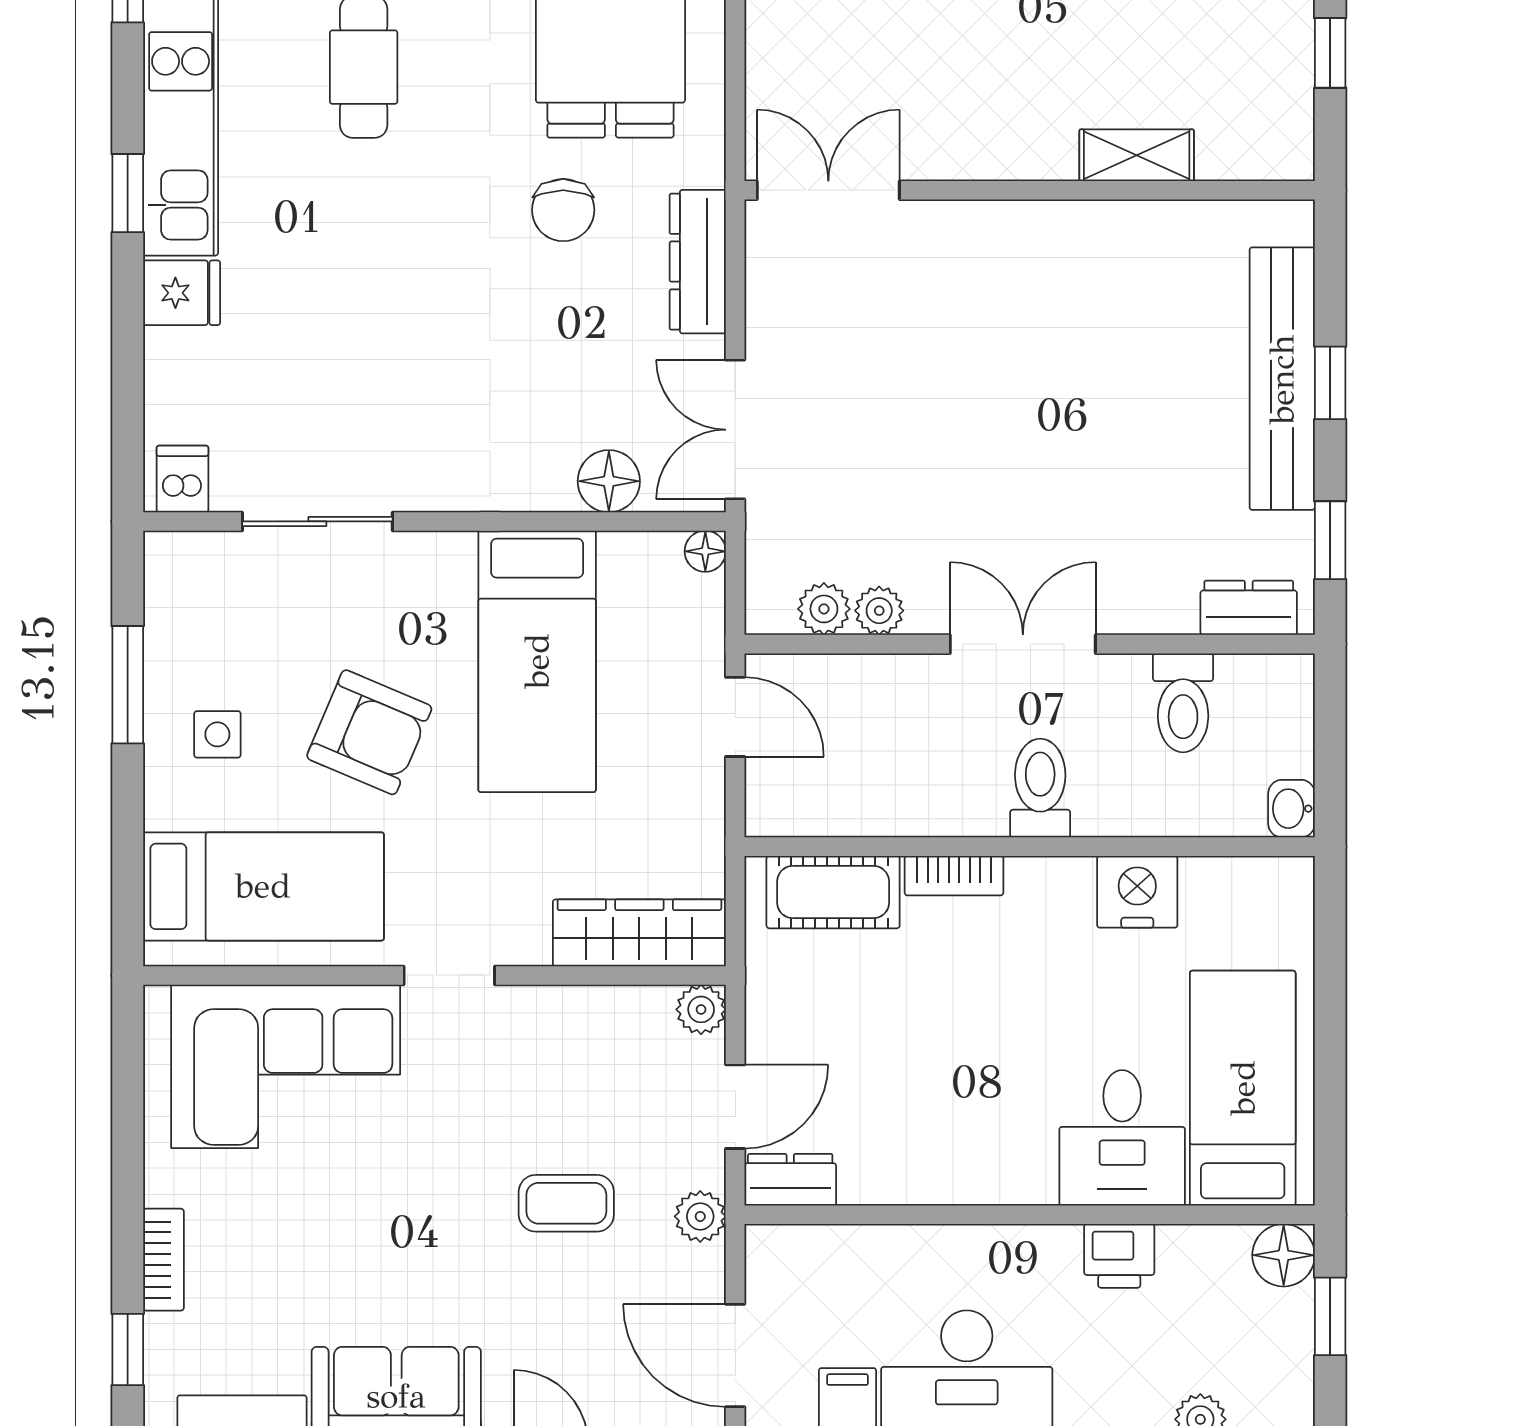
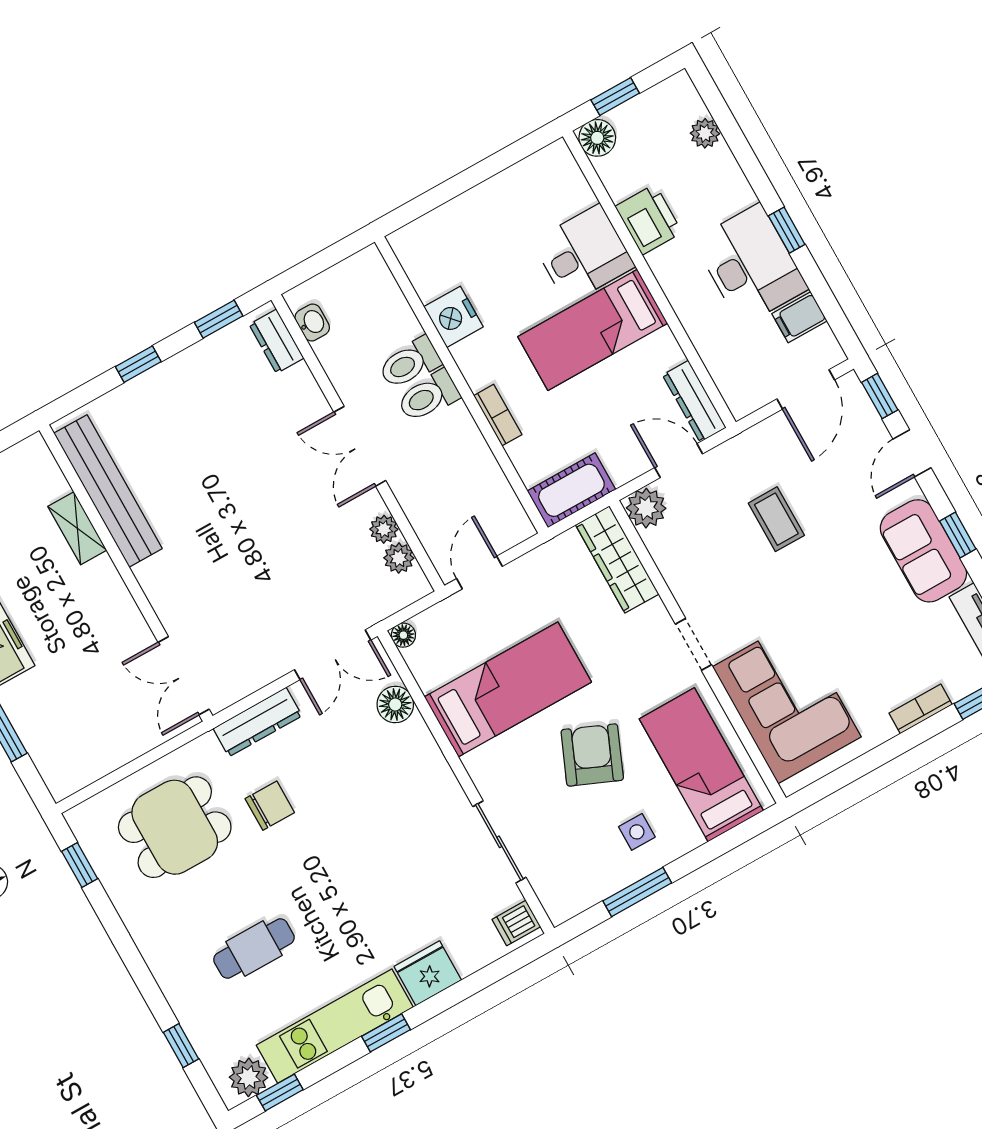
fridge: (182, 293) -> (428, 973), width x1.38
bench: (1282, 379) -> (108, 491), moved, turned 90
toilet: (1183, 703) -> (410, 363), moved, turned 180
washbasin: (1292, 809) -> (312, 323), moved, turned -90
cot: (833, 892) -> (571, 490), moved, turned 90
plant: (701, 1009) -> (646, 508), width x1.38, depth x1.38
bed: (1243, 1088) -> (593, 330), moved
dresser: (790, 1180) -> (694, 401), width x1.44
plant: (700, 1216) -> (745, 447), removed
printer: (1119, 1256) -> (649, 219), width x1.36, depth x1.24

